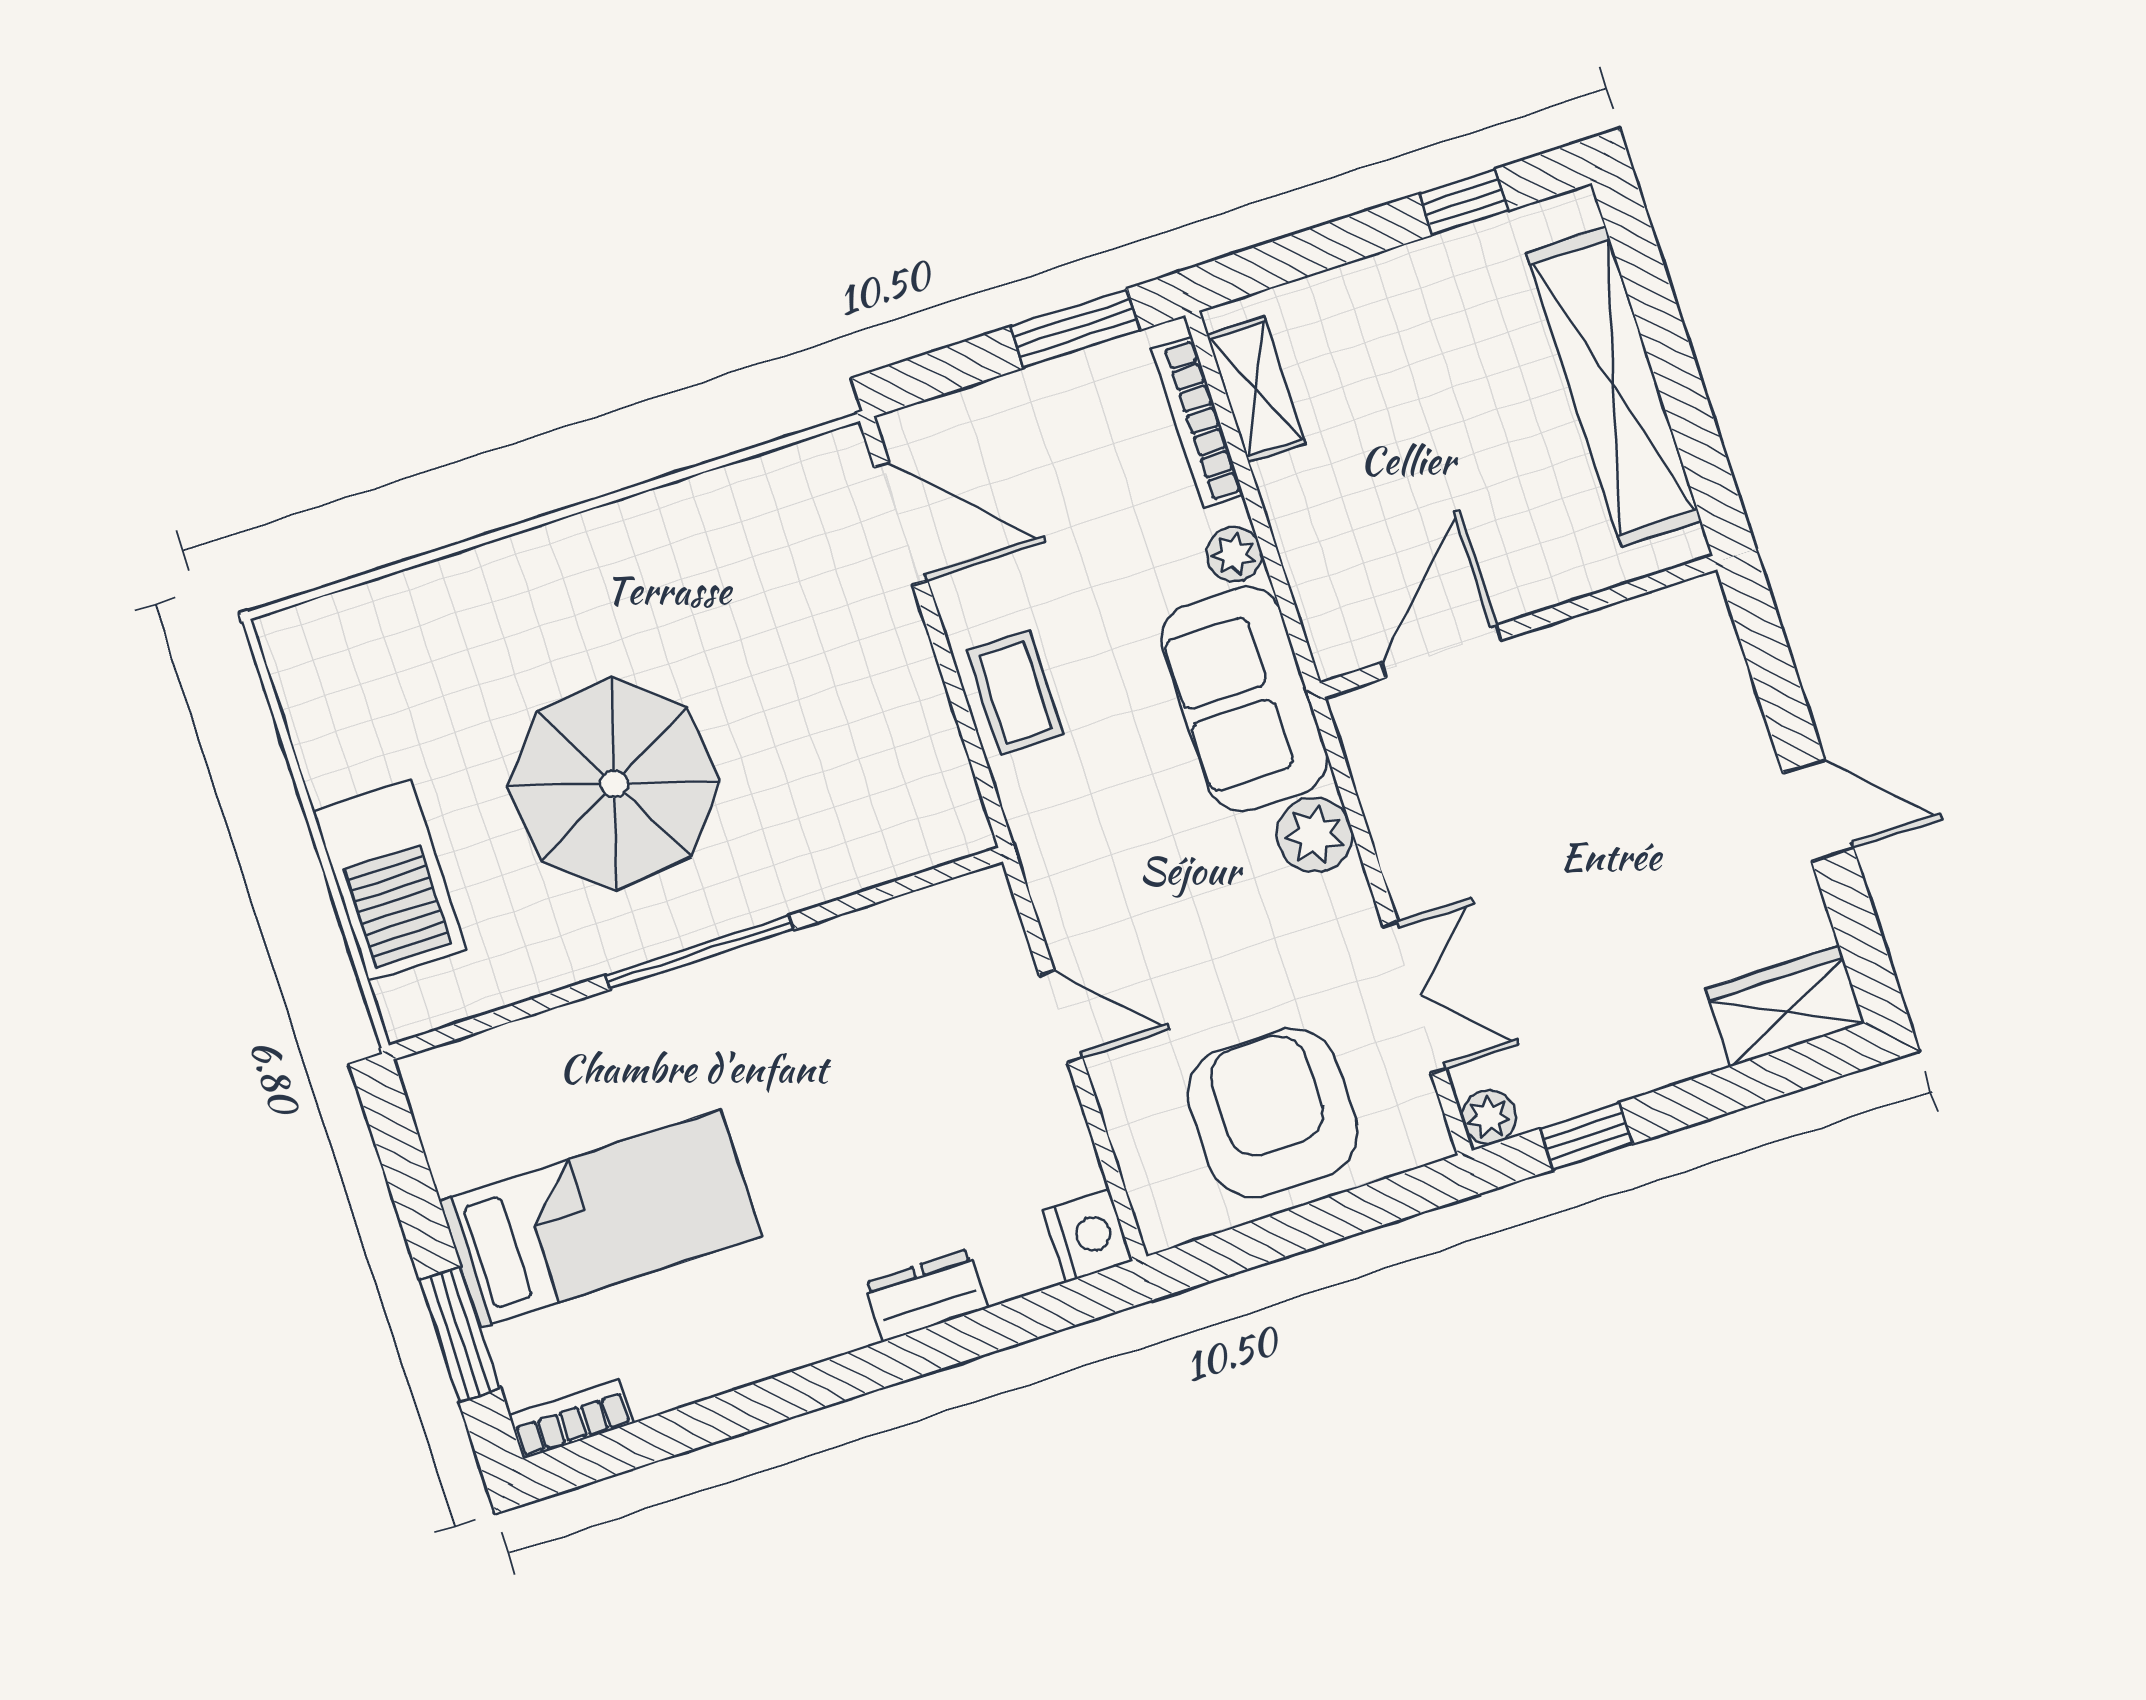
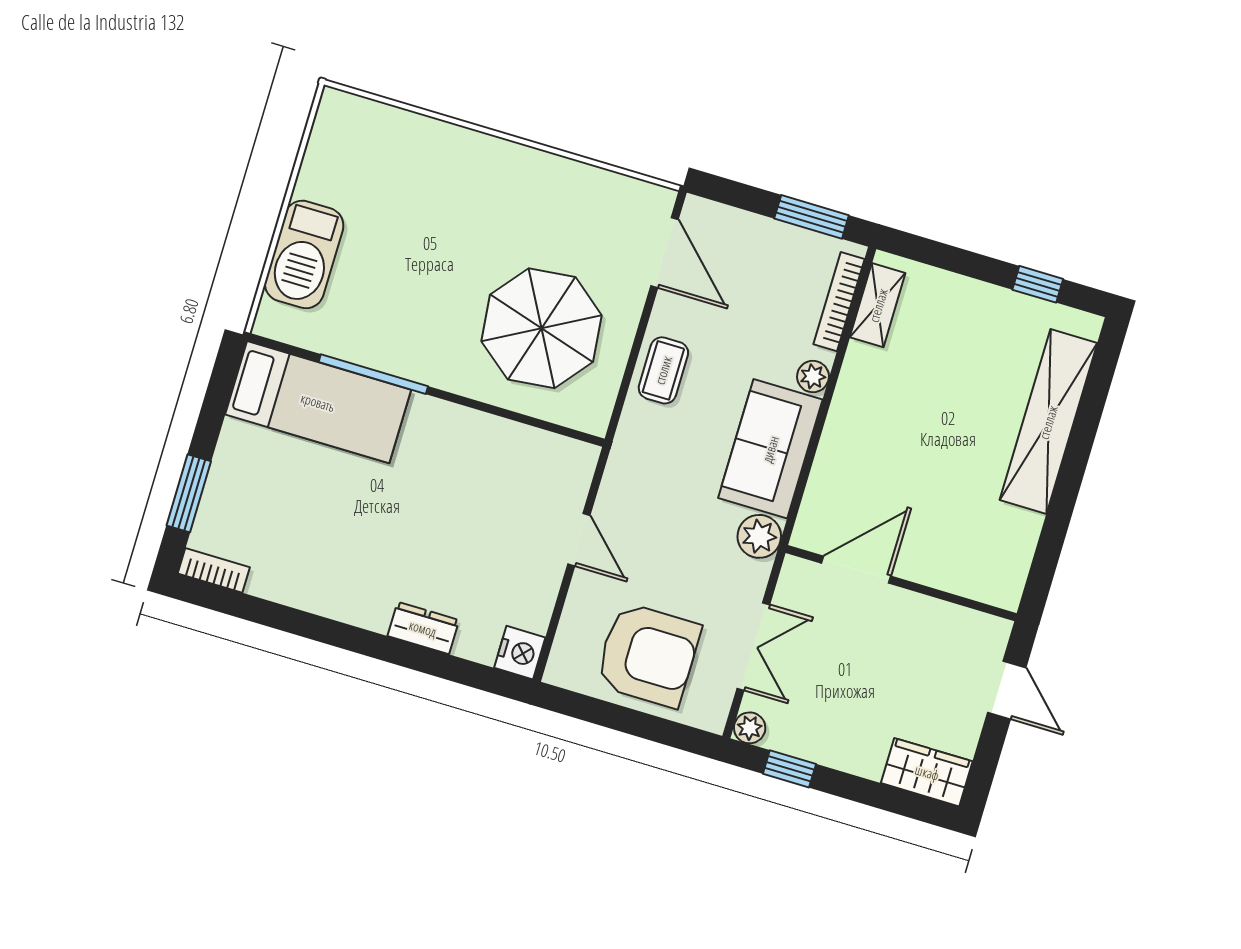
wall: (1519, 626) -> (901, 583), moved
door: (1441, 651) -> (856, 570), moved
parasol: (614, 784) -> (542, 328), moved
window: (699, 952) -> (373, 374), moved
armchair: (1273, 1113) -> (648, 655), turned 90
bed: (601, 1219) -> (318, 402), moved

